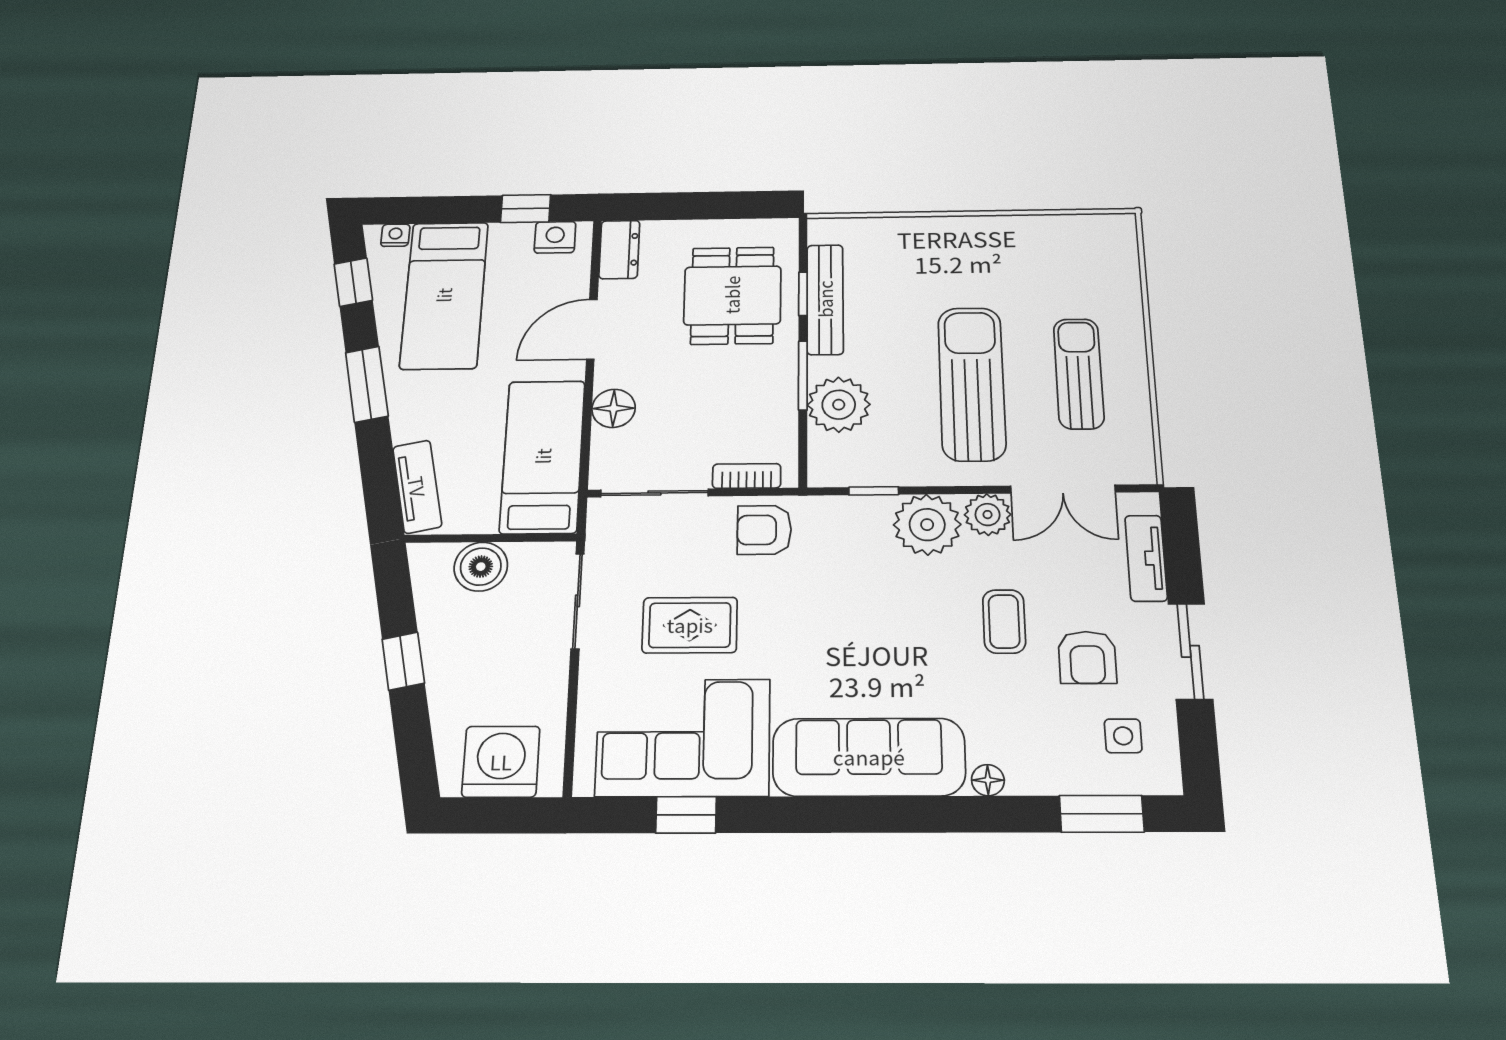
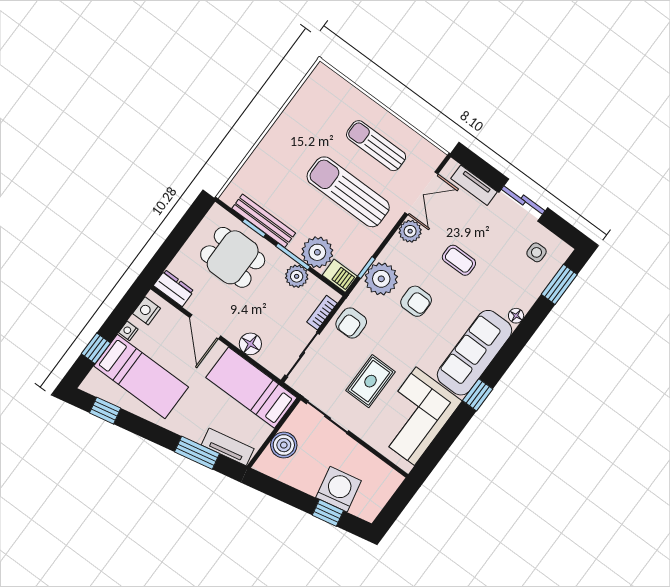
window: (526, 209) -> (96, 348), moved
nightstand: (395, 235) -> (128, 331), moved
window: (367, 384) -> (197, 453), moved
plant: (776, 401) -> (297, 276), added
barbecue: (828, 461) -> (340, 276), added
plant: (927, 525) -> (381, 279), moved
armchair: (1087, 657) -> (416, 301), moved
window: (403, 661) -> (328, 513), moved
washing machine: (501, 762) -> (339, 489), moved, turned 78
window: (686, 815) -> (478, 395), moved

